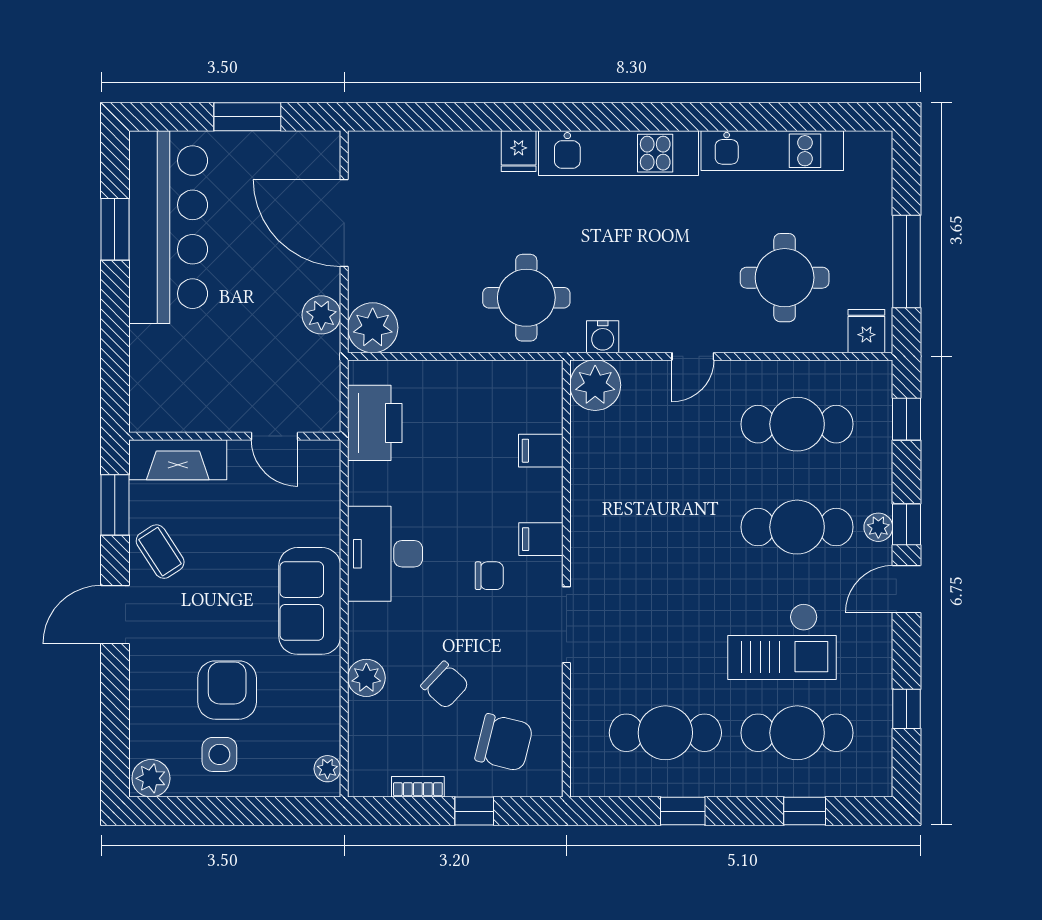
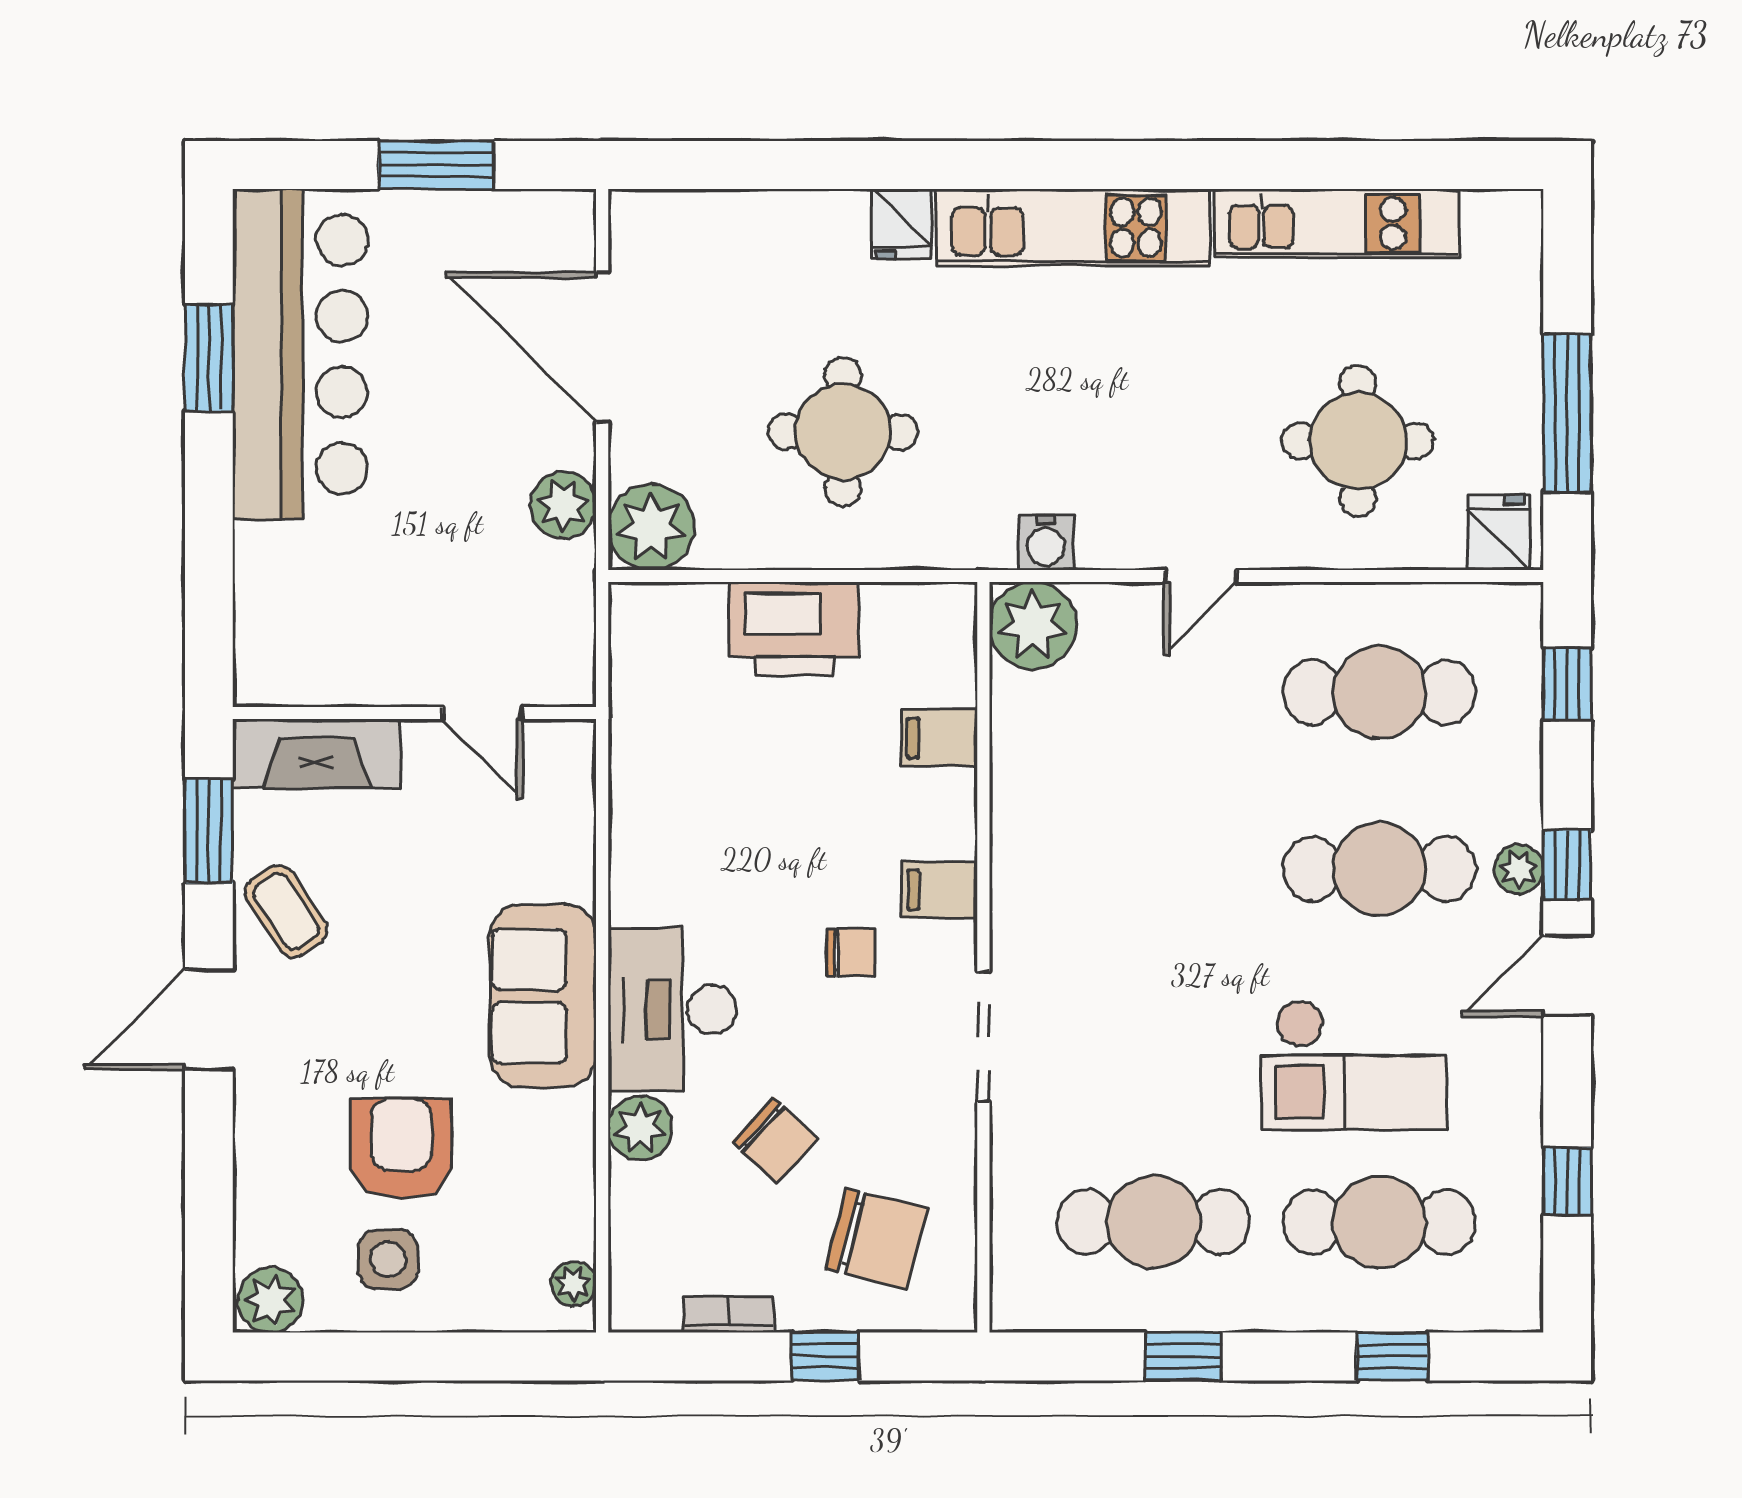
round table: (526, 298) -> (843, 432), moved
printer: (375, 423) -> (794, 629), moved, turned 90
desk: (385, 554) -> (672, 1009), moved

